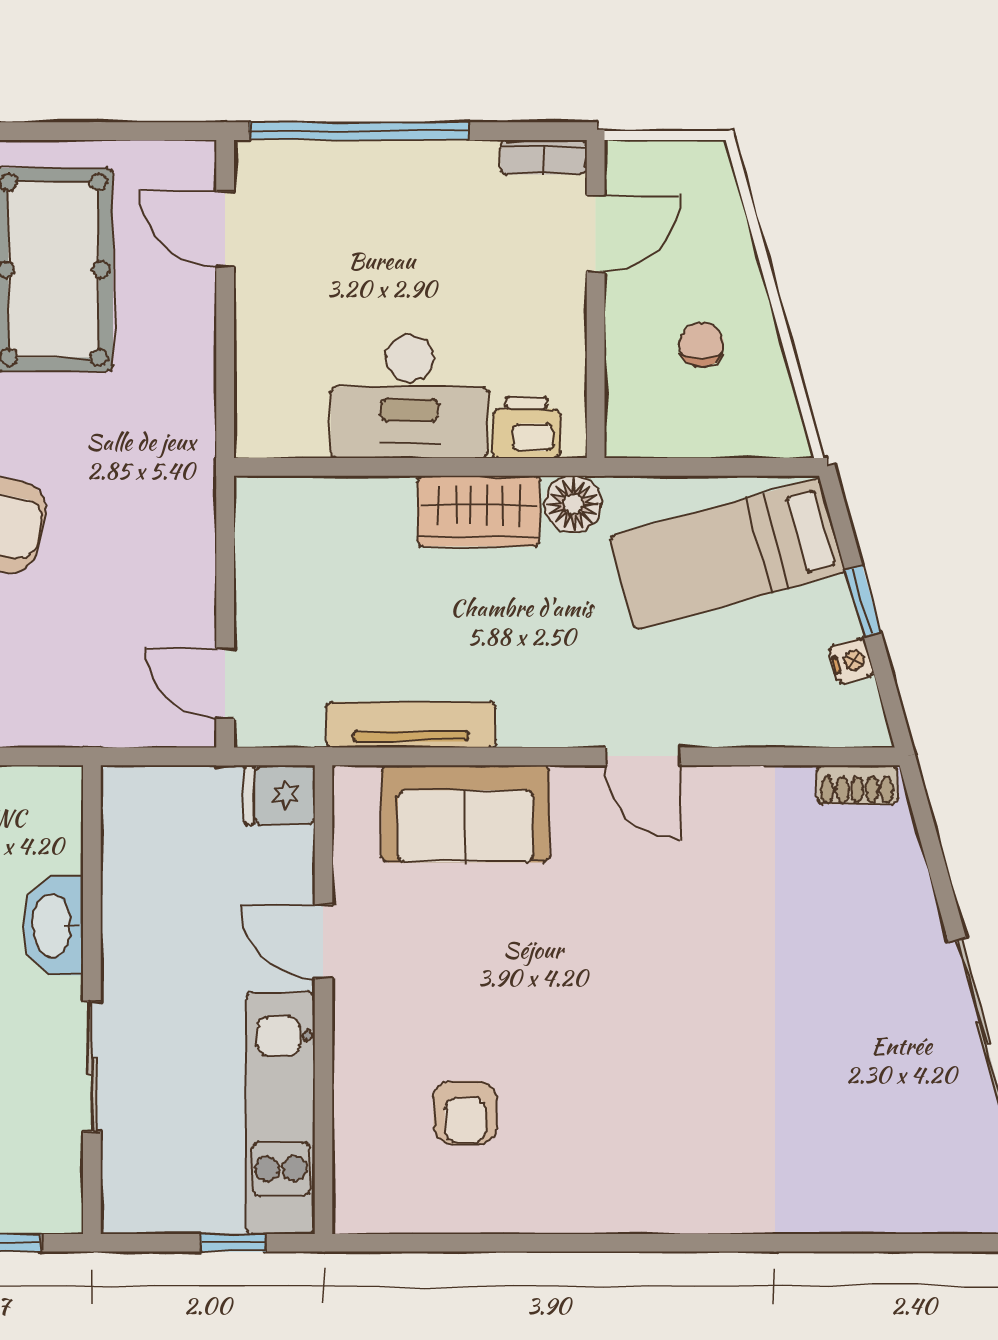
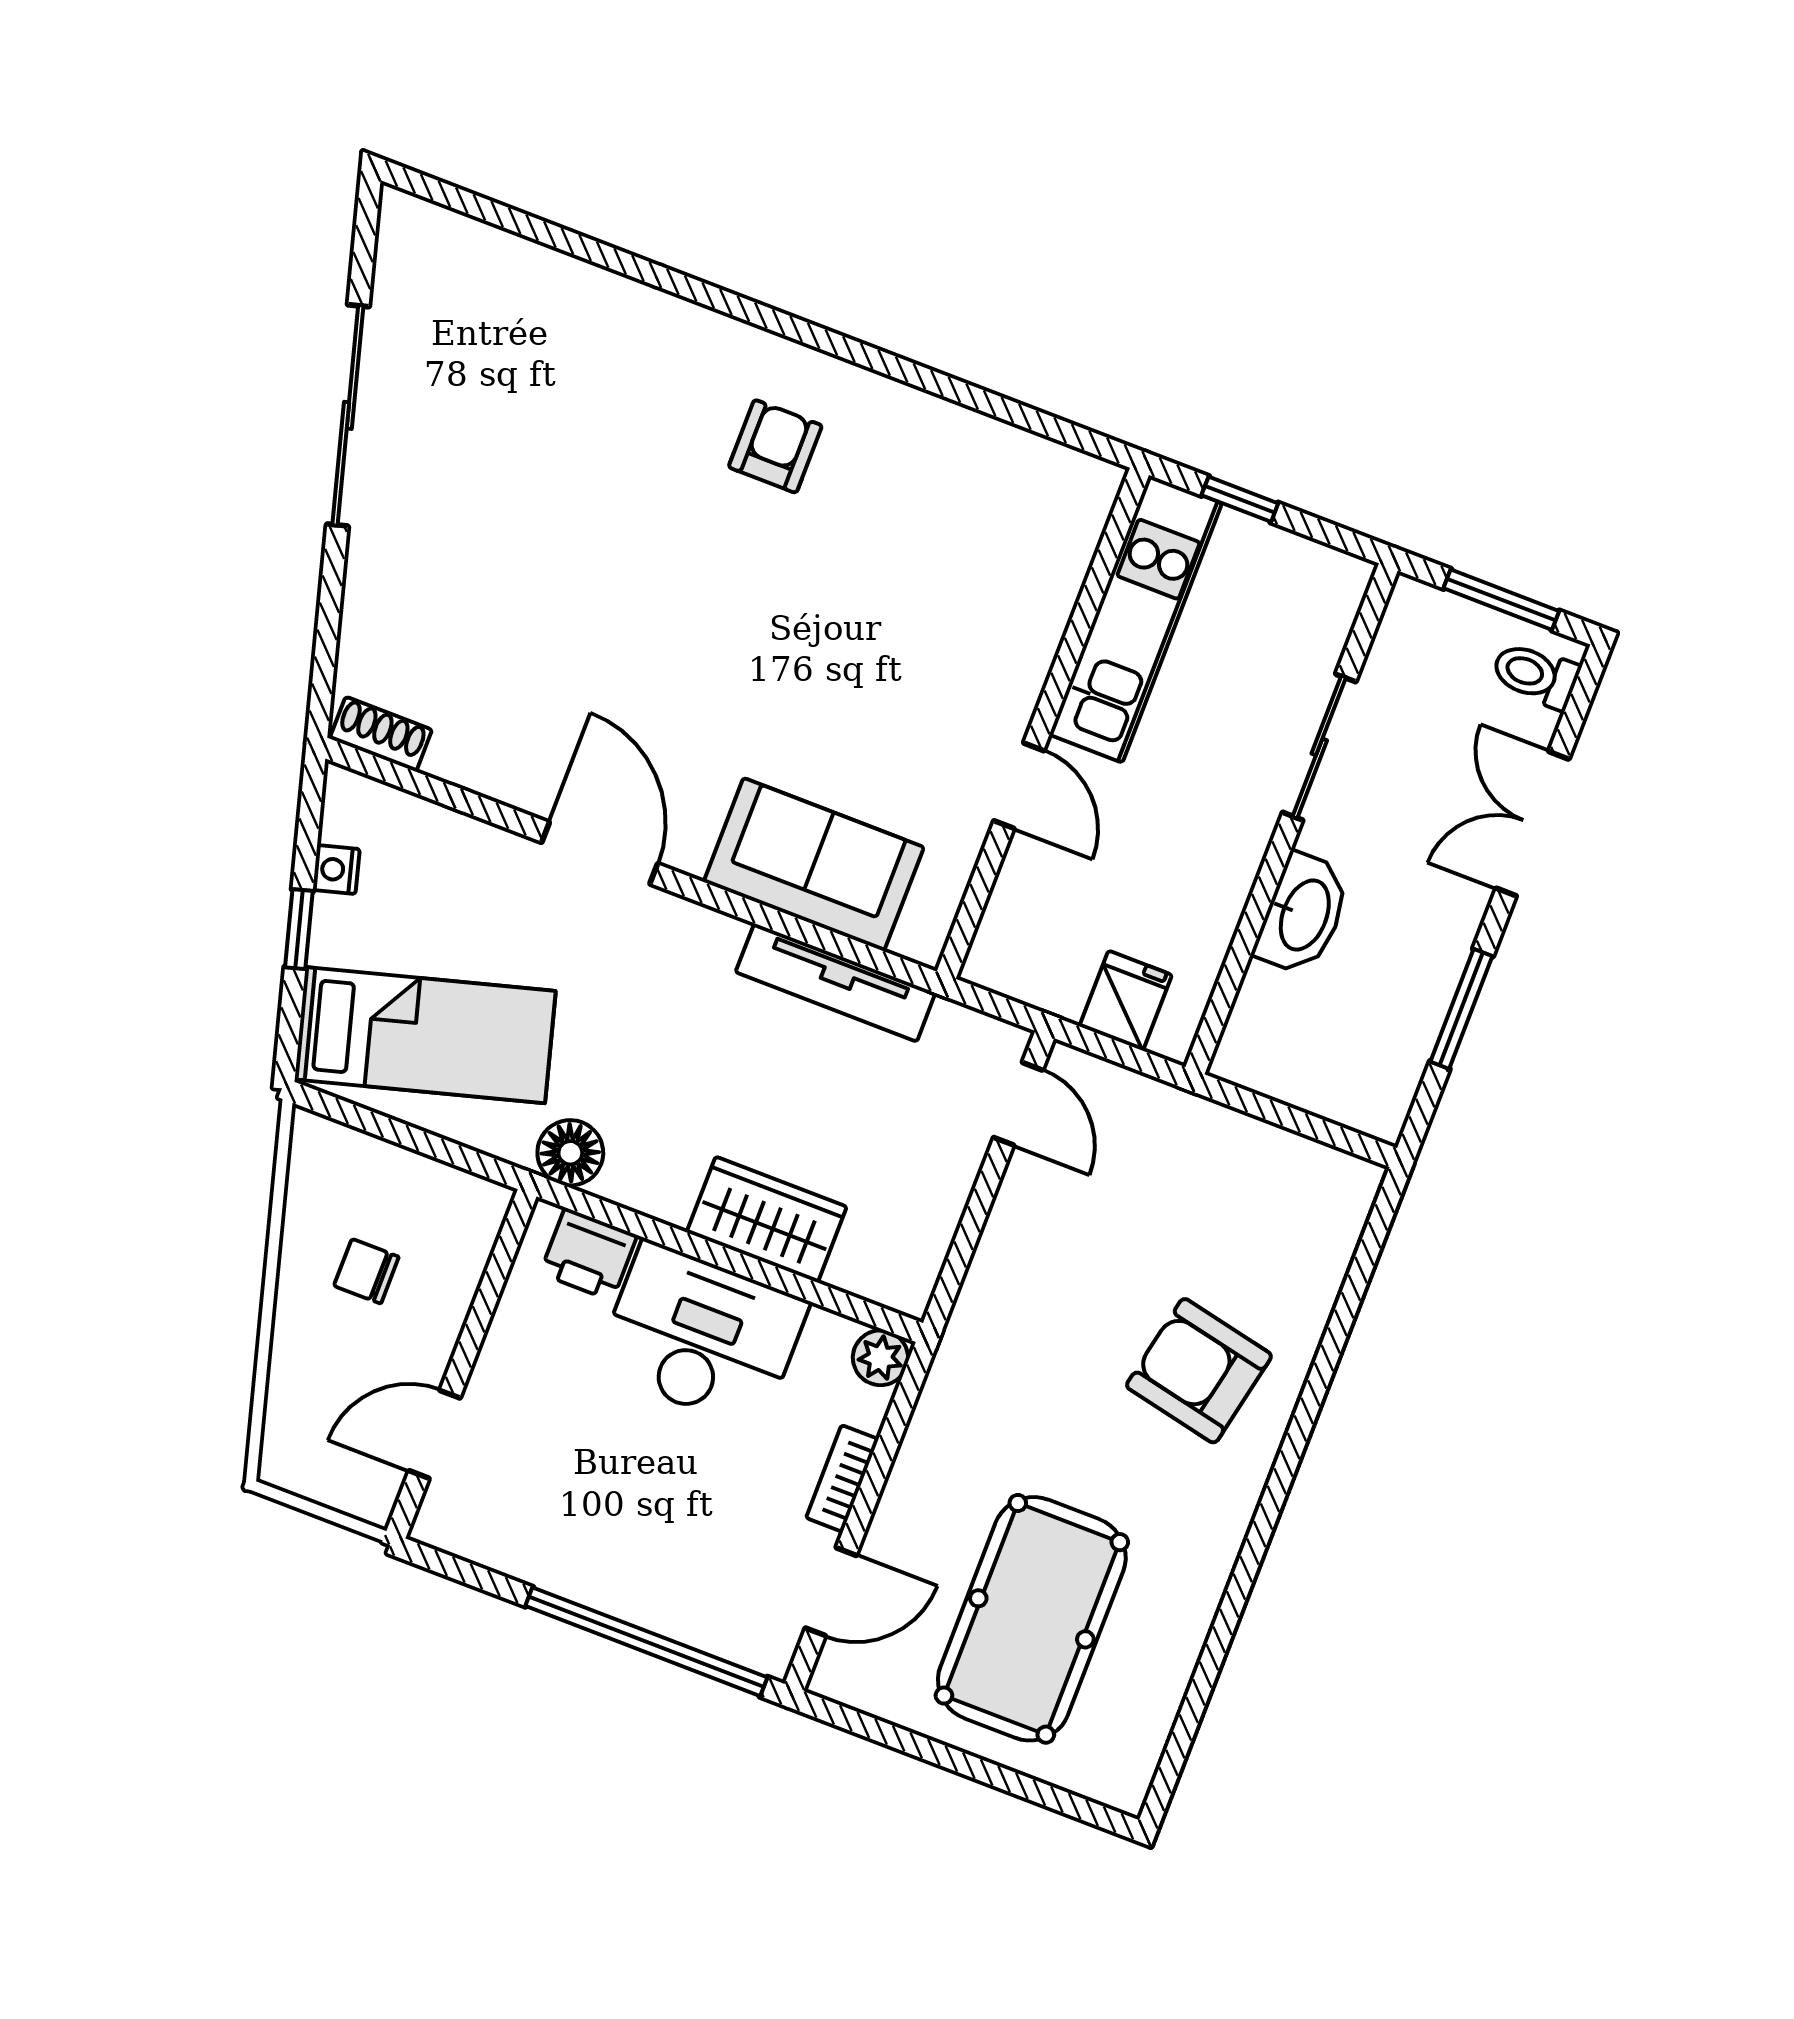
bookcase: (544, 157) -> (842, 1478), moved, turned -90
door: (225, 229) -> (831, 1592), hinge flipped
chair: (702, 344) -> (366, 1271), turned 90
plant: (258, 434) -> (880, 1358), added
wardrobe: (479, 511) -> (767, 1220), moved
door: (643, 756) -> (600, 853), width x1.38
fridge: (279, 795) -> (1126, 1001), moved, turned -90
armchair: (465, 1113) -> (775, 446), moved

